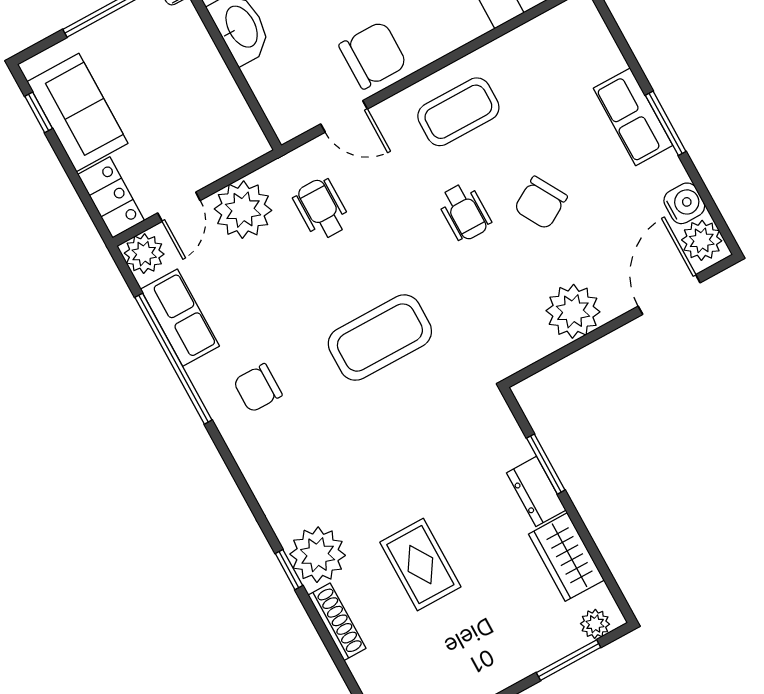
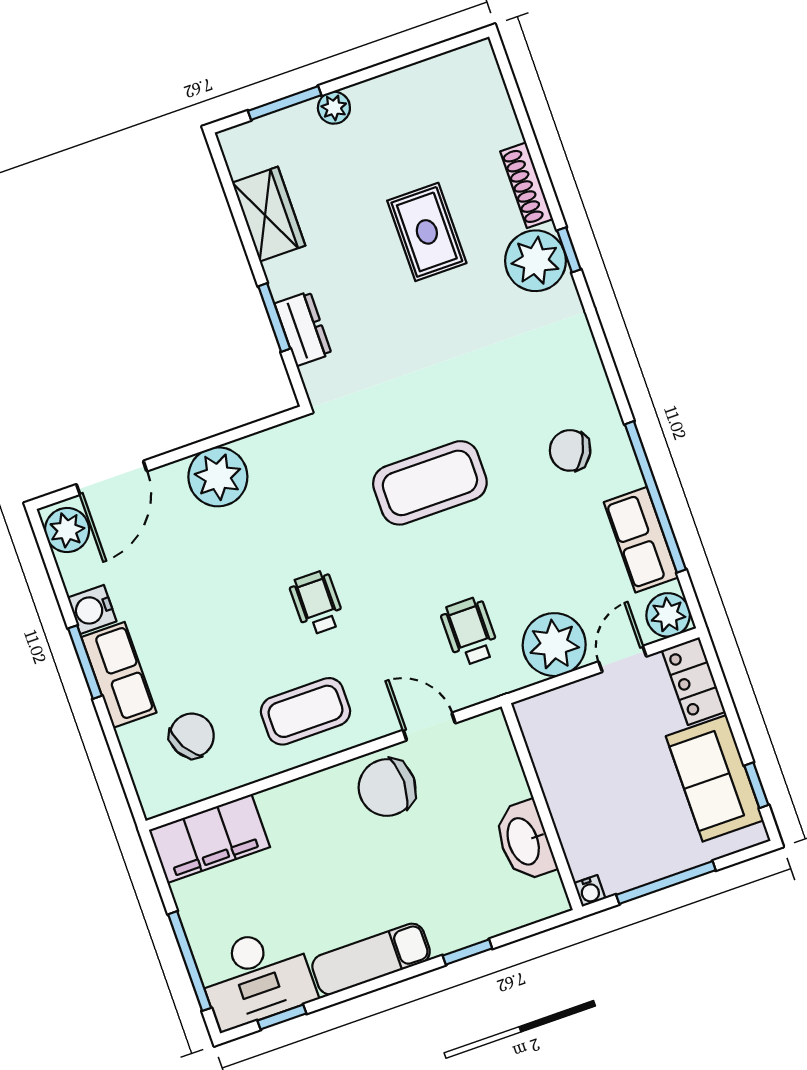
chair: (541, 203) -> (192, 736), moved
water cooler: (684, 203) -> (92, 609), moved
wheelchair: (322, 209) -> (470, 631), turned 180
chair: (258, 388) -> (570, 450), turned -152
dresser: (536, 491) -> (303, 329), moved
plant: (595, 624) -> (334, 108), moved

